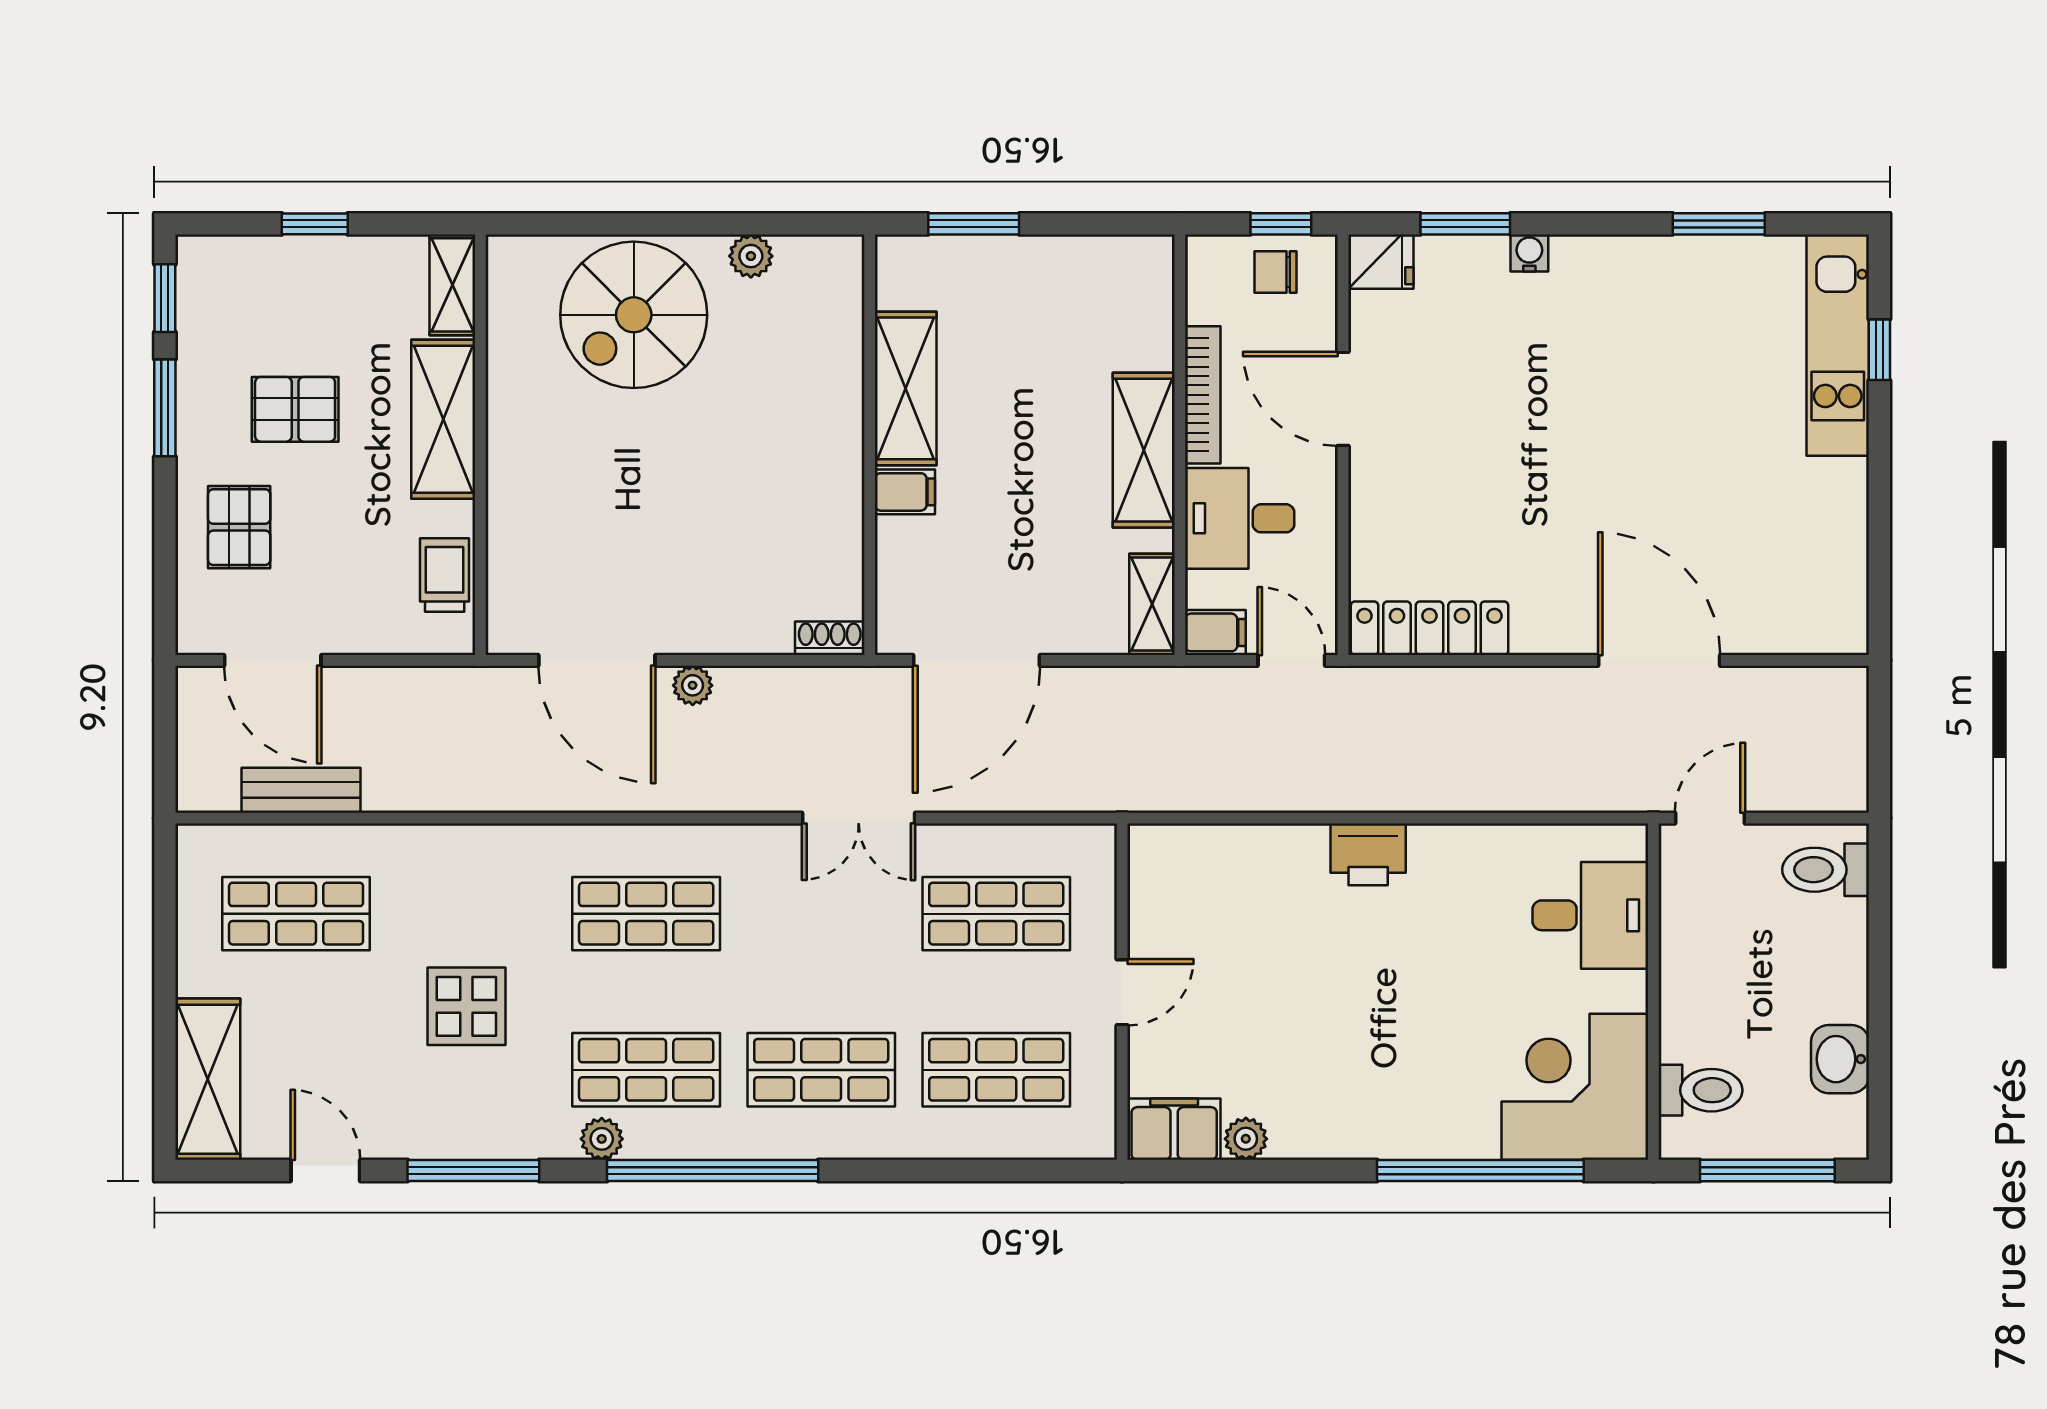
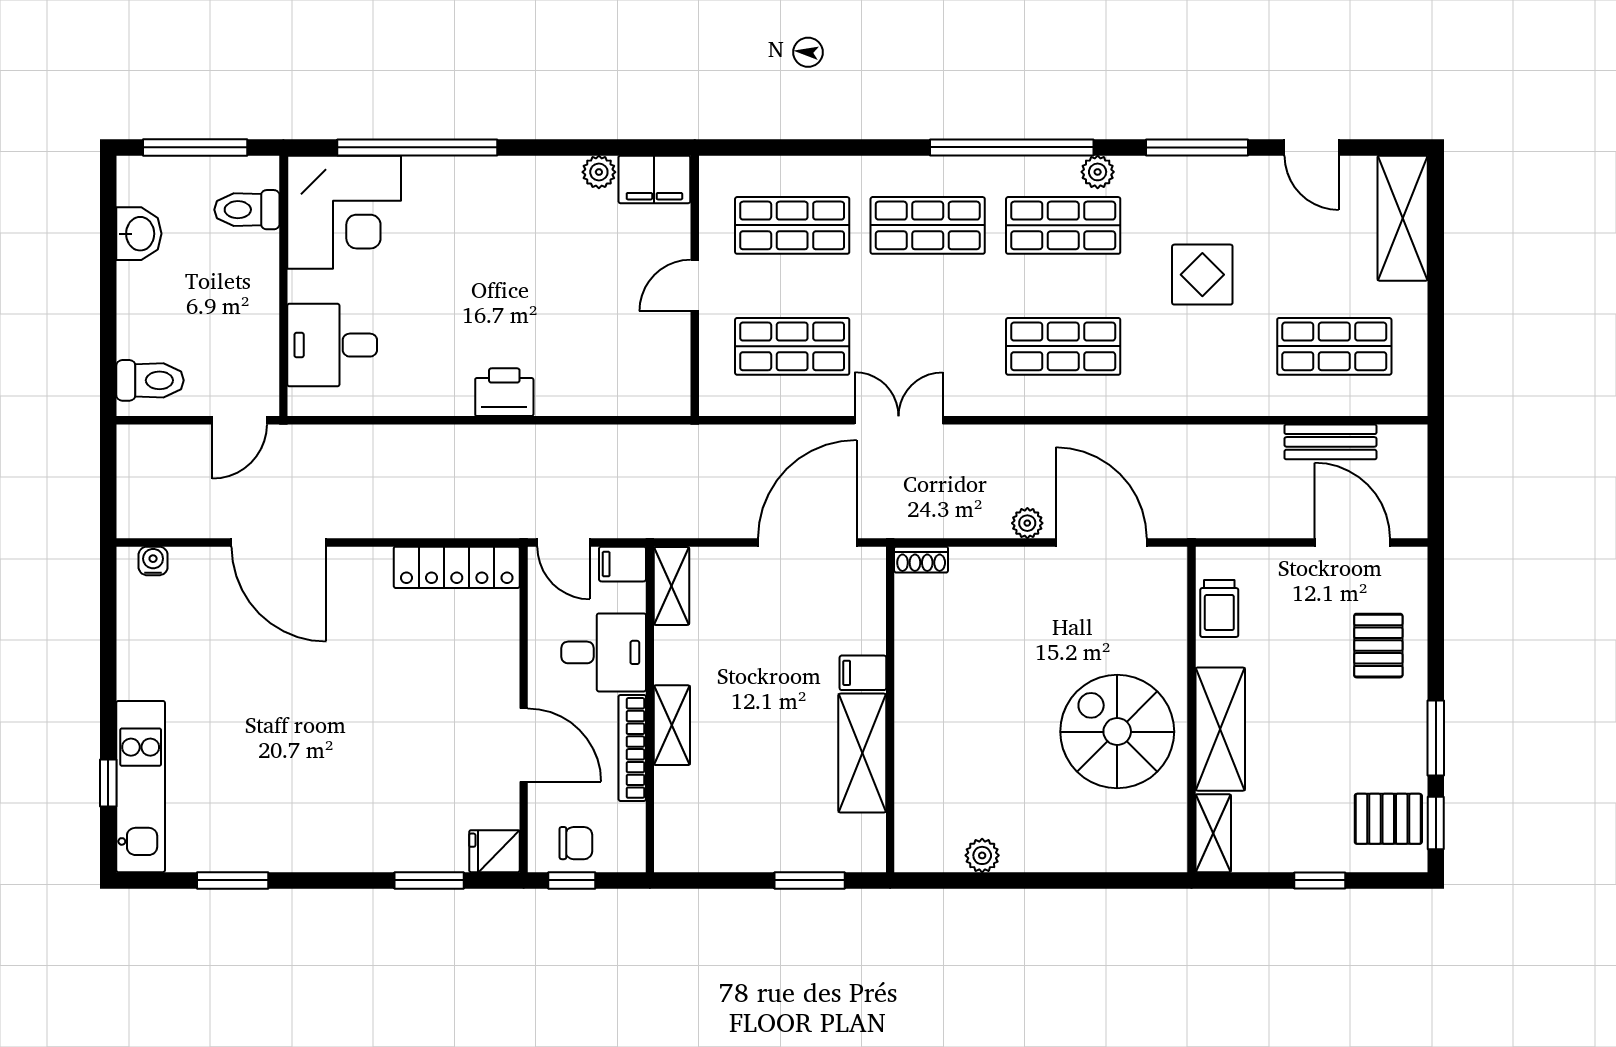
water cooler: (1529, 253) -> (153, 561), moved, turned 180
spiral stairs: (634, 315) -> (1117, 732), moved, turned -90
pallet: (295, 409) -> (1388, 819), moved
shelving: (1144, 450) -> (672, 725), width x0.67, depth x0.75

